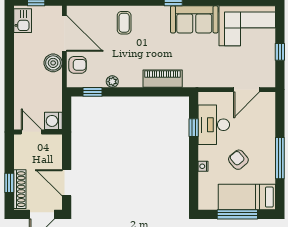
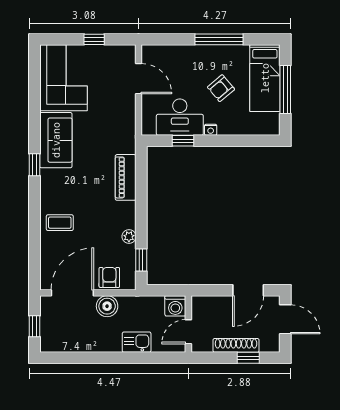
kitchen sink: (23, 21) -> (137, 342), moved
nightstand: (203, 166) -> (211, 130), moved
shoe rack: (20, 189) -> (236, 345), moved

